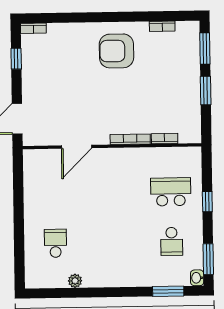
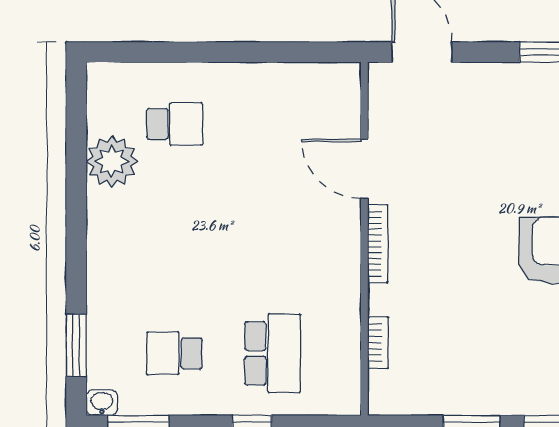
bookcase: (130, 139) -> (378, 244), moved
plant: (75, 281) -> (112, 161), width x1.87, depth x1.87

